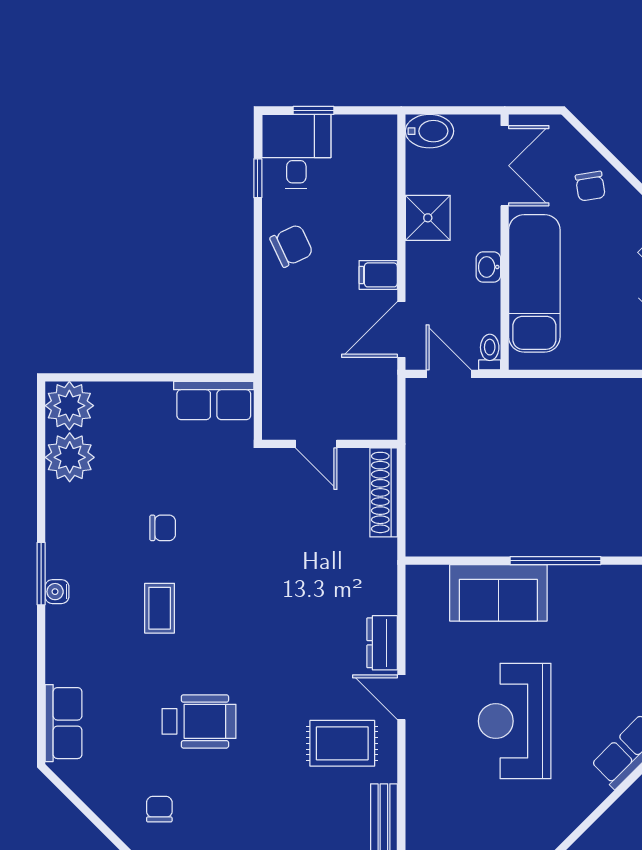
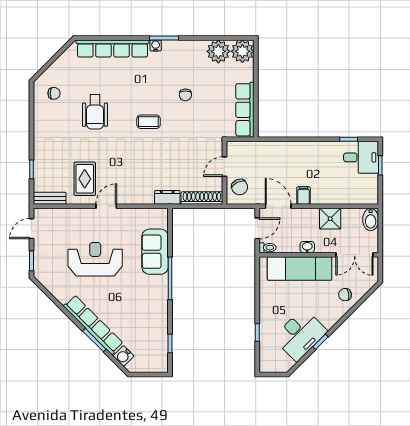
chair: (292, 246) -> (240, 187), moved
row of seats: (214, 400) -> (245, 110), width x1.48
coffee table: (160, 608) -> (148, 122), moved
dresser: (382, 643) -> (167, 197), moved
row of seats: (63, 723) -> (113, 49), width x2.02

